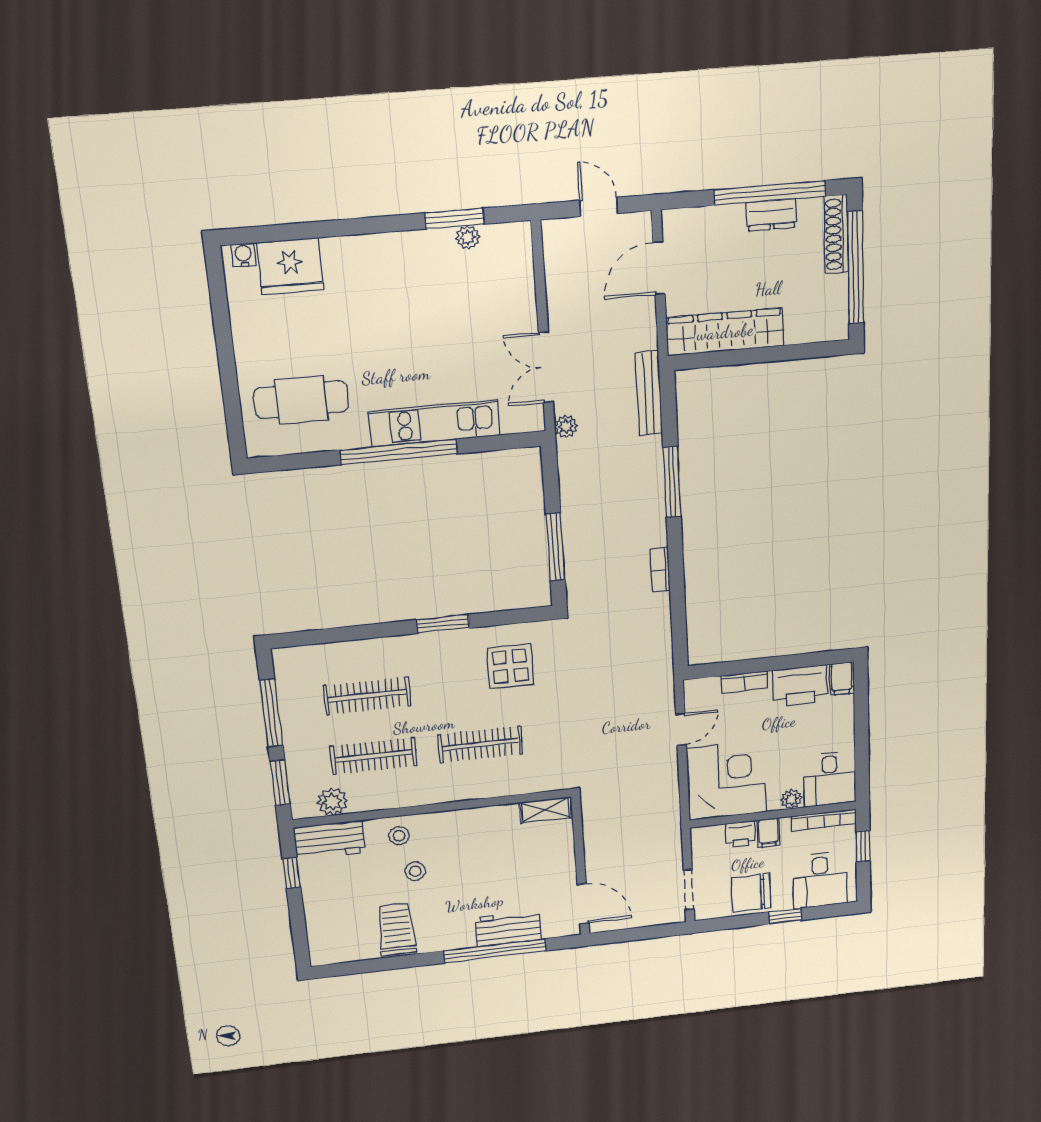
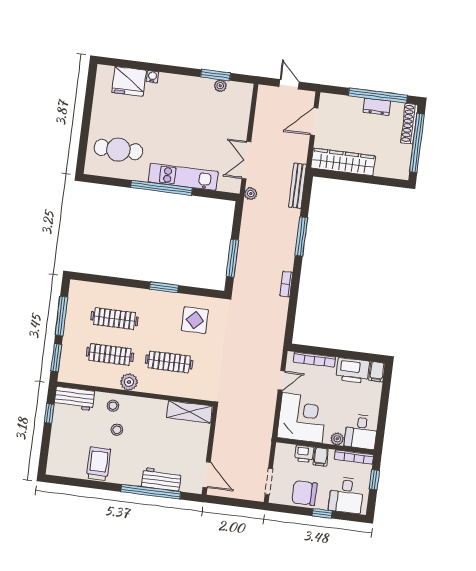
water cooler: (244, 255) -> (152, 77), moved
bookcase: (744, 682) -> (314, 360), width x1.56
plant: (332, 802) -> (129, 382), moved
shelving: (545, 810) -> (189, 412), width x1.50, depth x1.33

